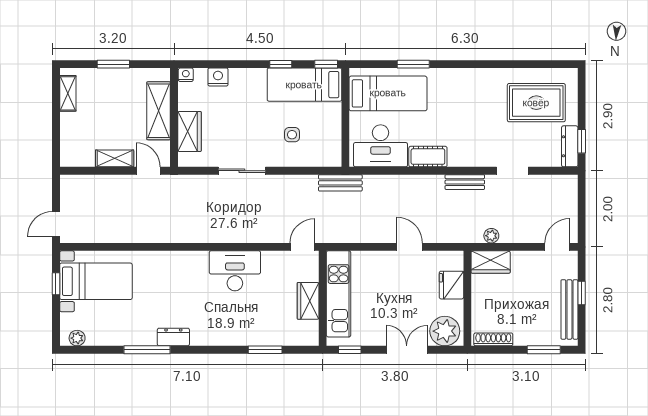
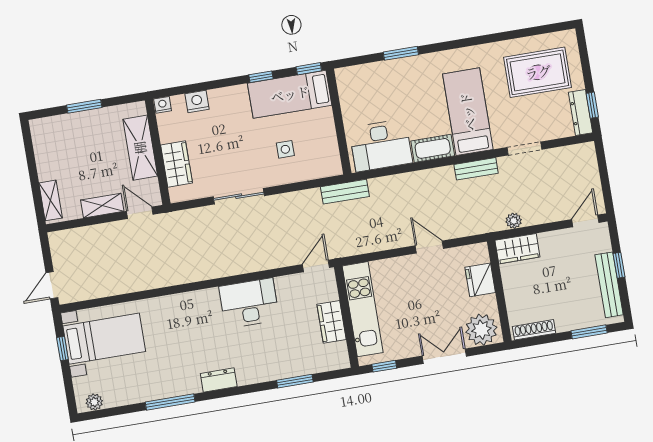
shelving: (68, 93) -> (51, 200), moved
bed: (388, 93) -> (468, 112), moved, turned -90
dresser: (173, 337) -> (219, 380), moved

